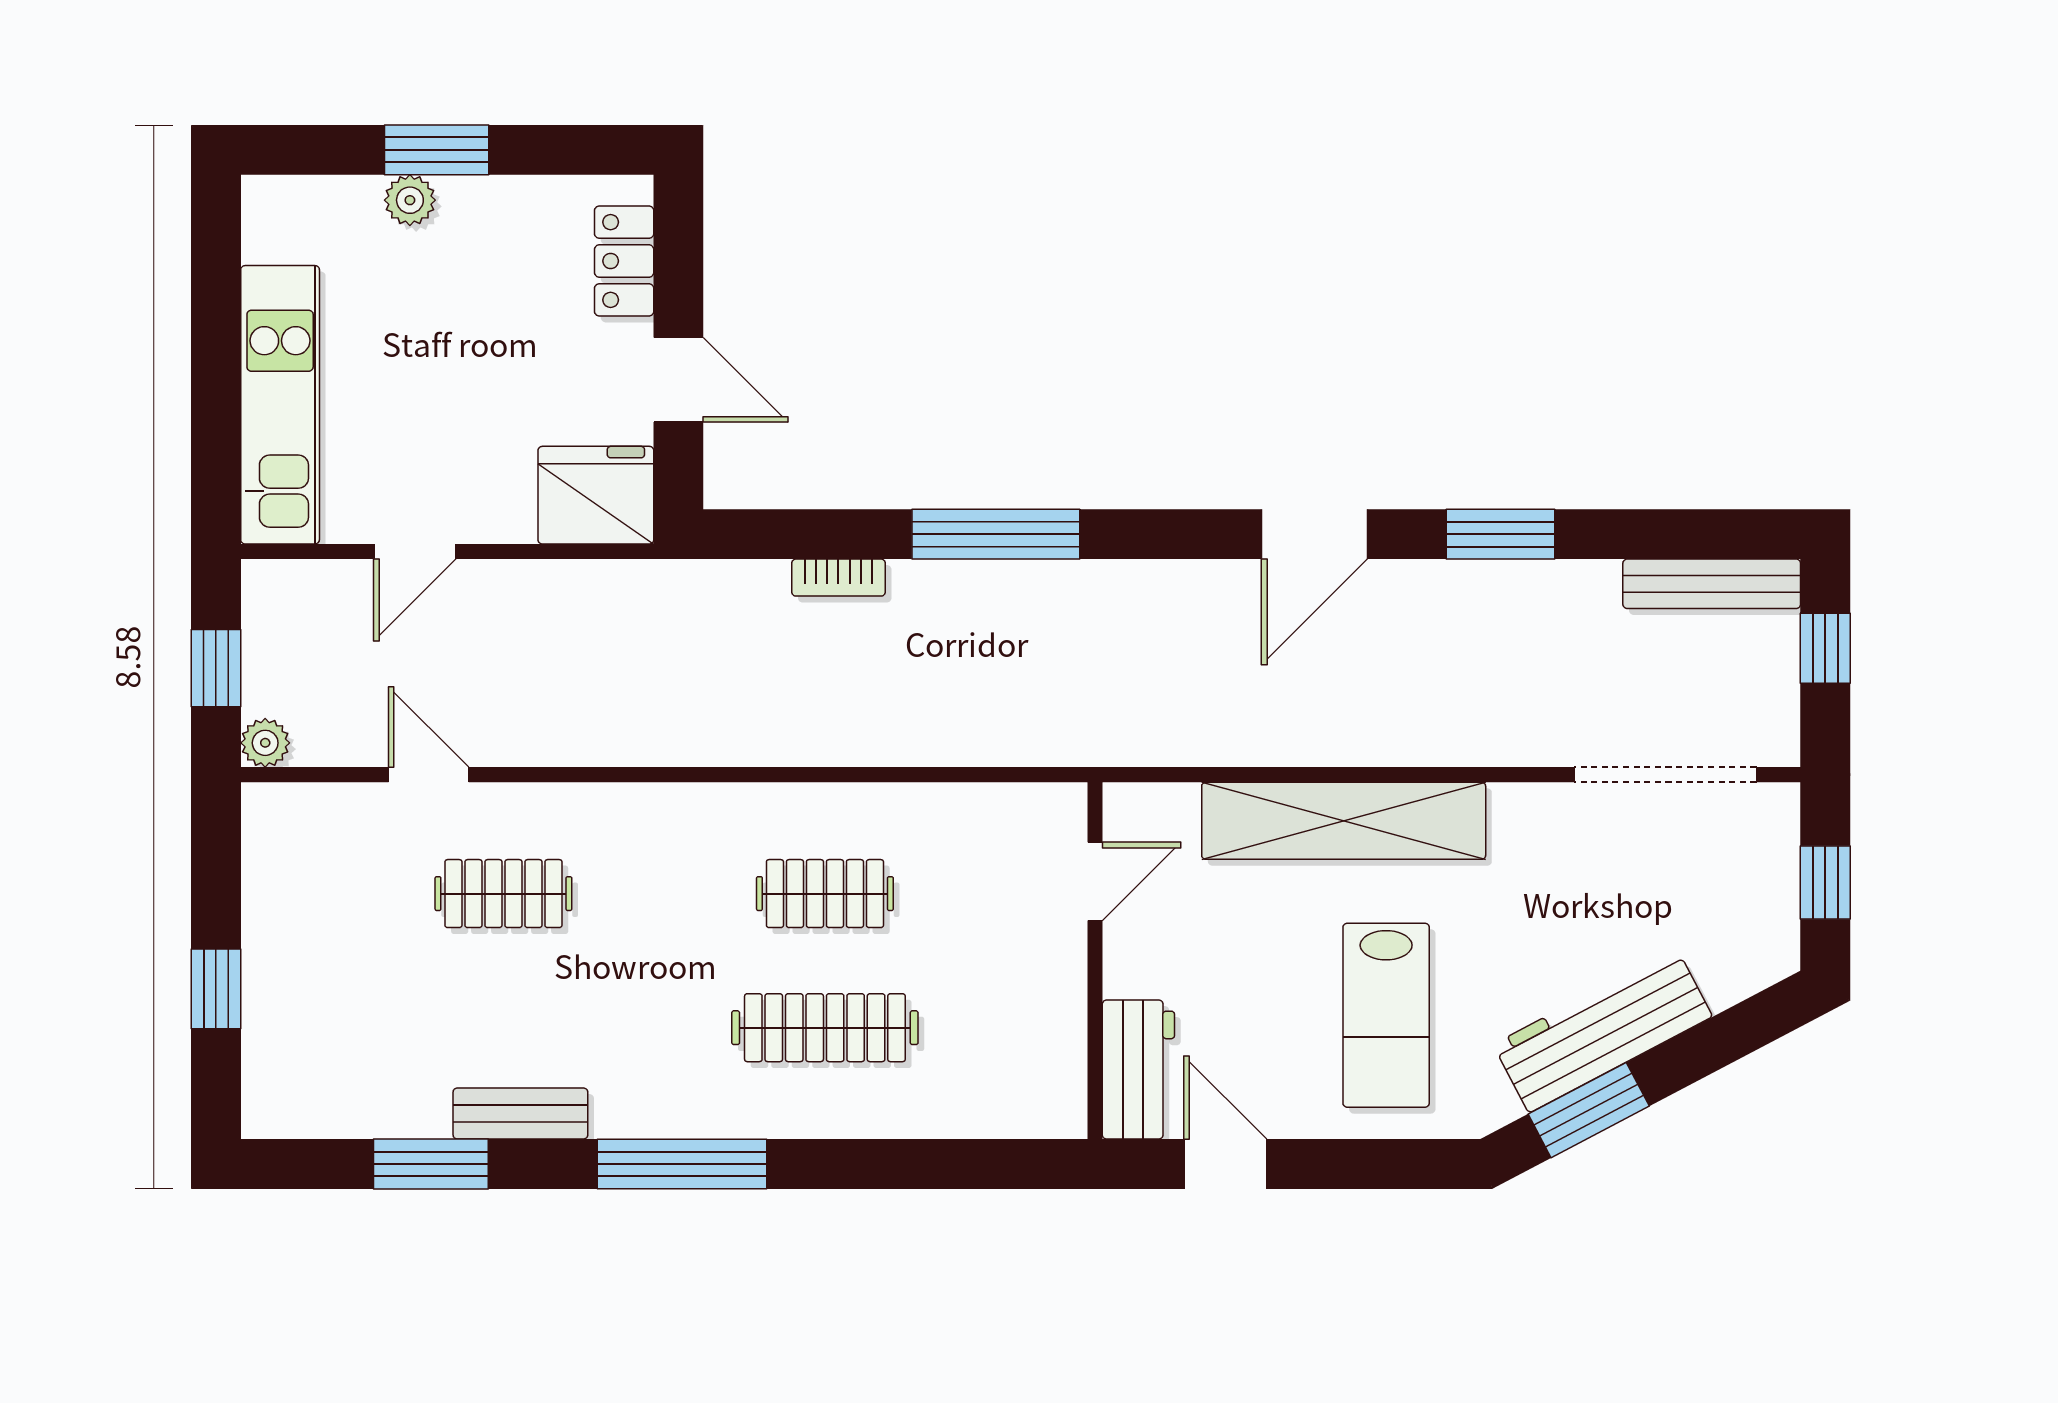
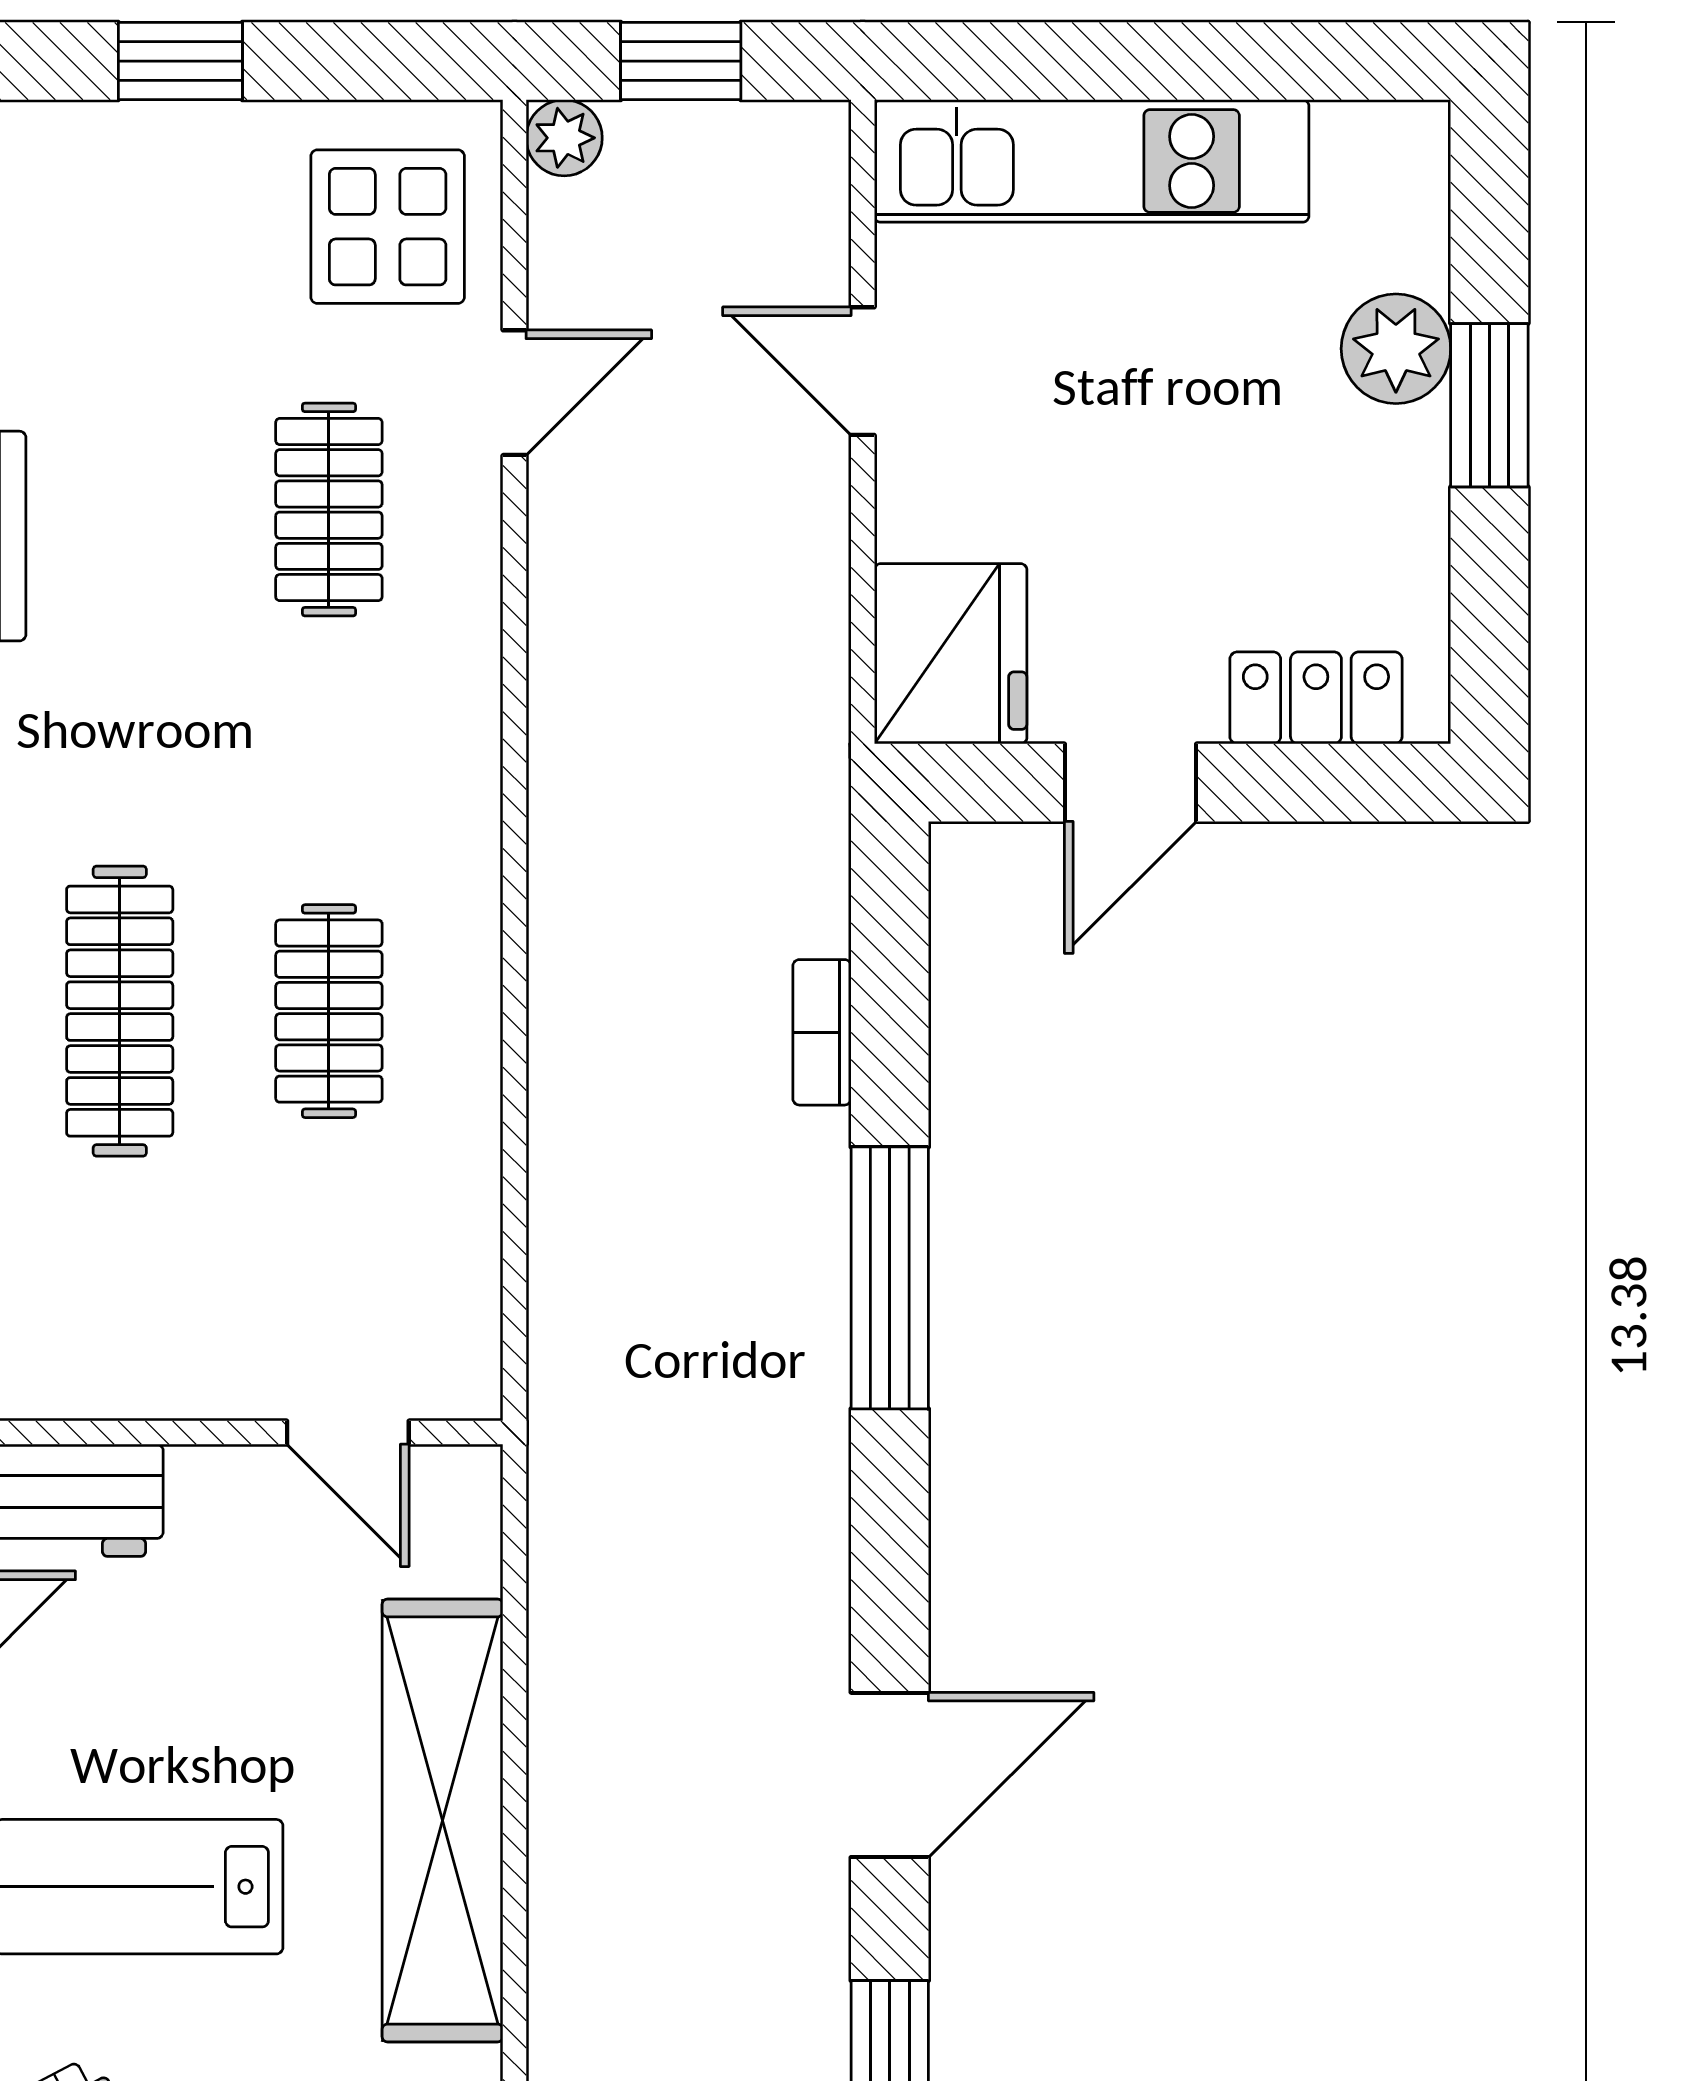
plant: (410, 200) -> (1396, 349), width x1.38, depth x1.38
door: (1314, 534) -> (890, 1775), swing flipped
display table: (322, 856) -> (388, 227), added

